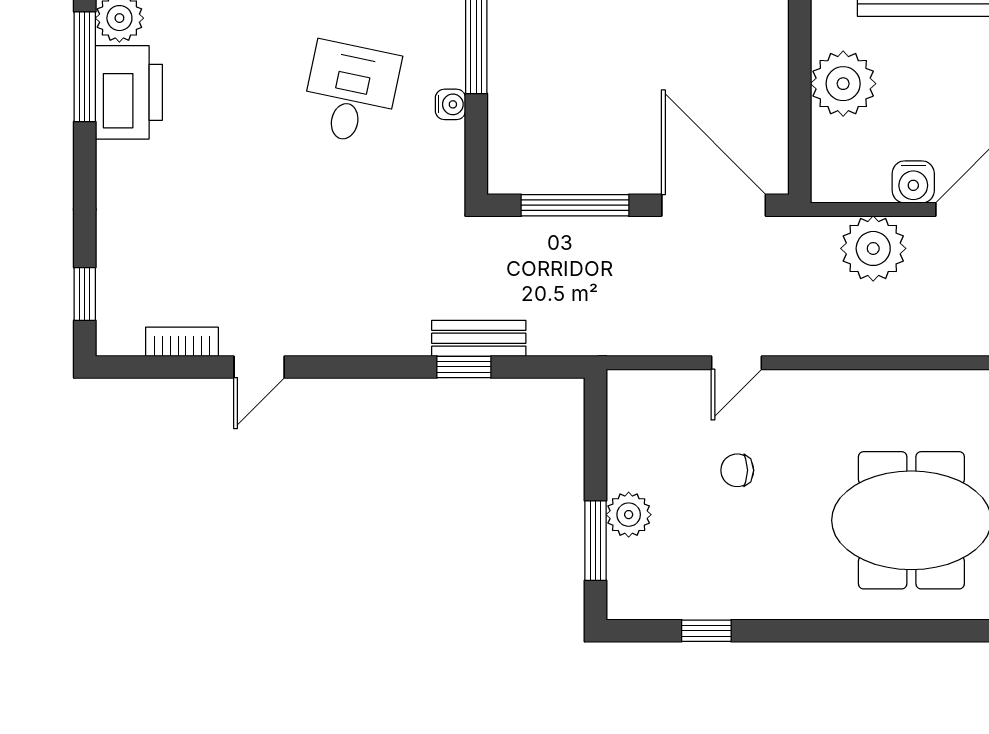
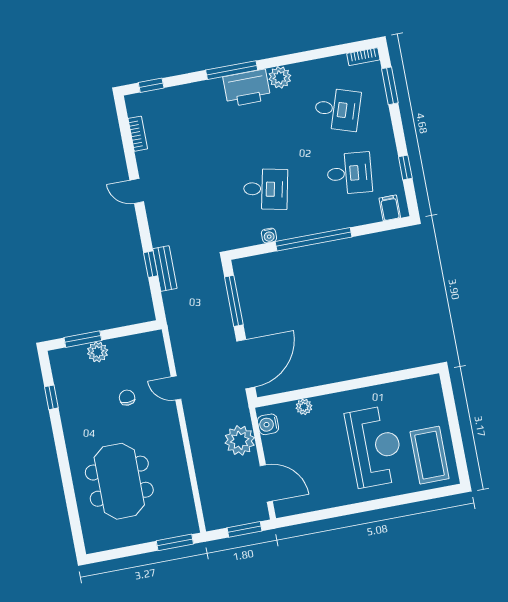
window: (85, 67) -> (232, 70), moved
plant: (843, 84) -> (304, 407), width x0.53, depth x0.53
water cooler: (913, 182) -> (268, 424), moved
door: (259, 367) -> (137, 191), moved

